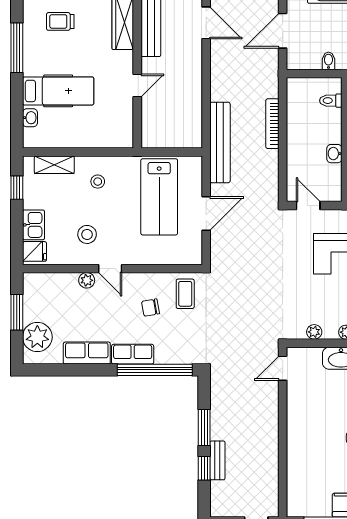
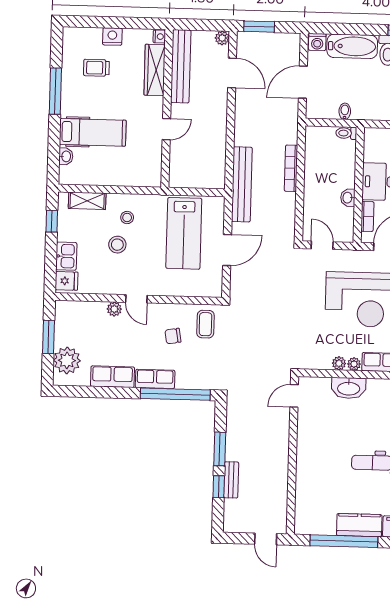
toilet: (331, 101) -> (346, 133), moved
stool: (87, 234) -> (117, 245), moved
plant: (314, 332) -> (339, 363), moved

